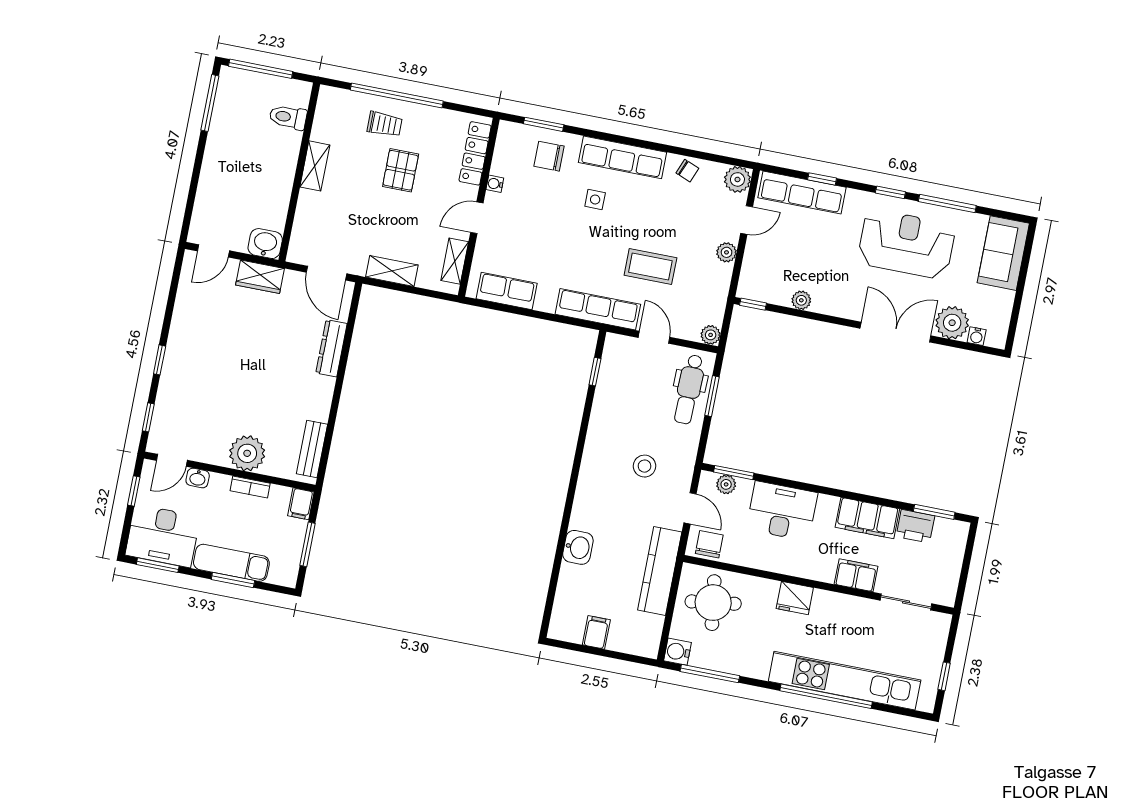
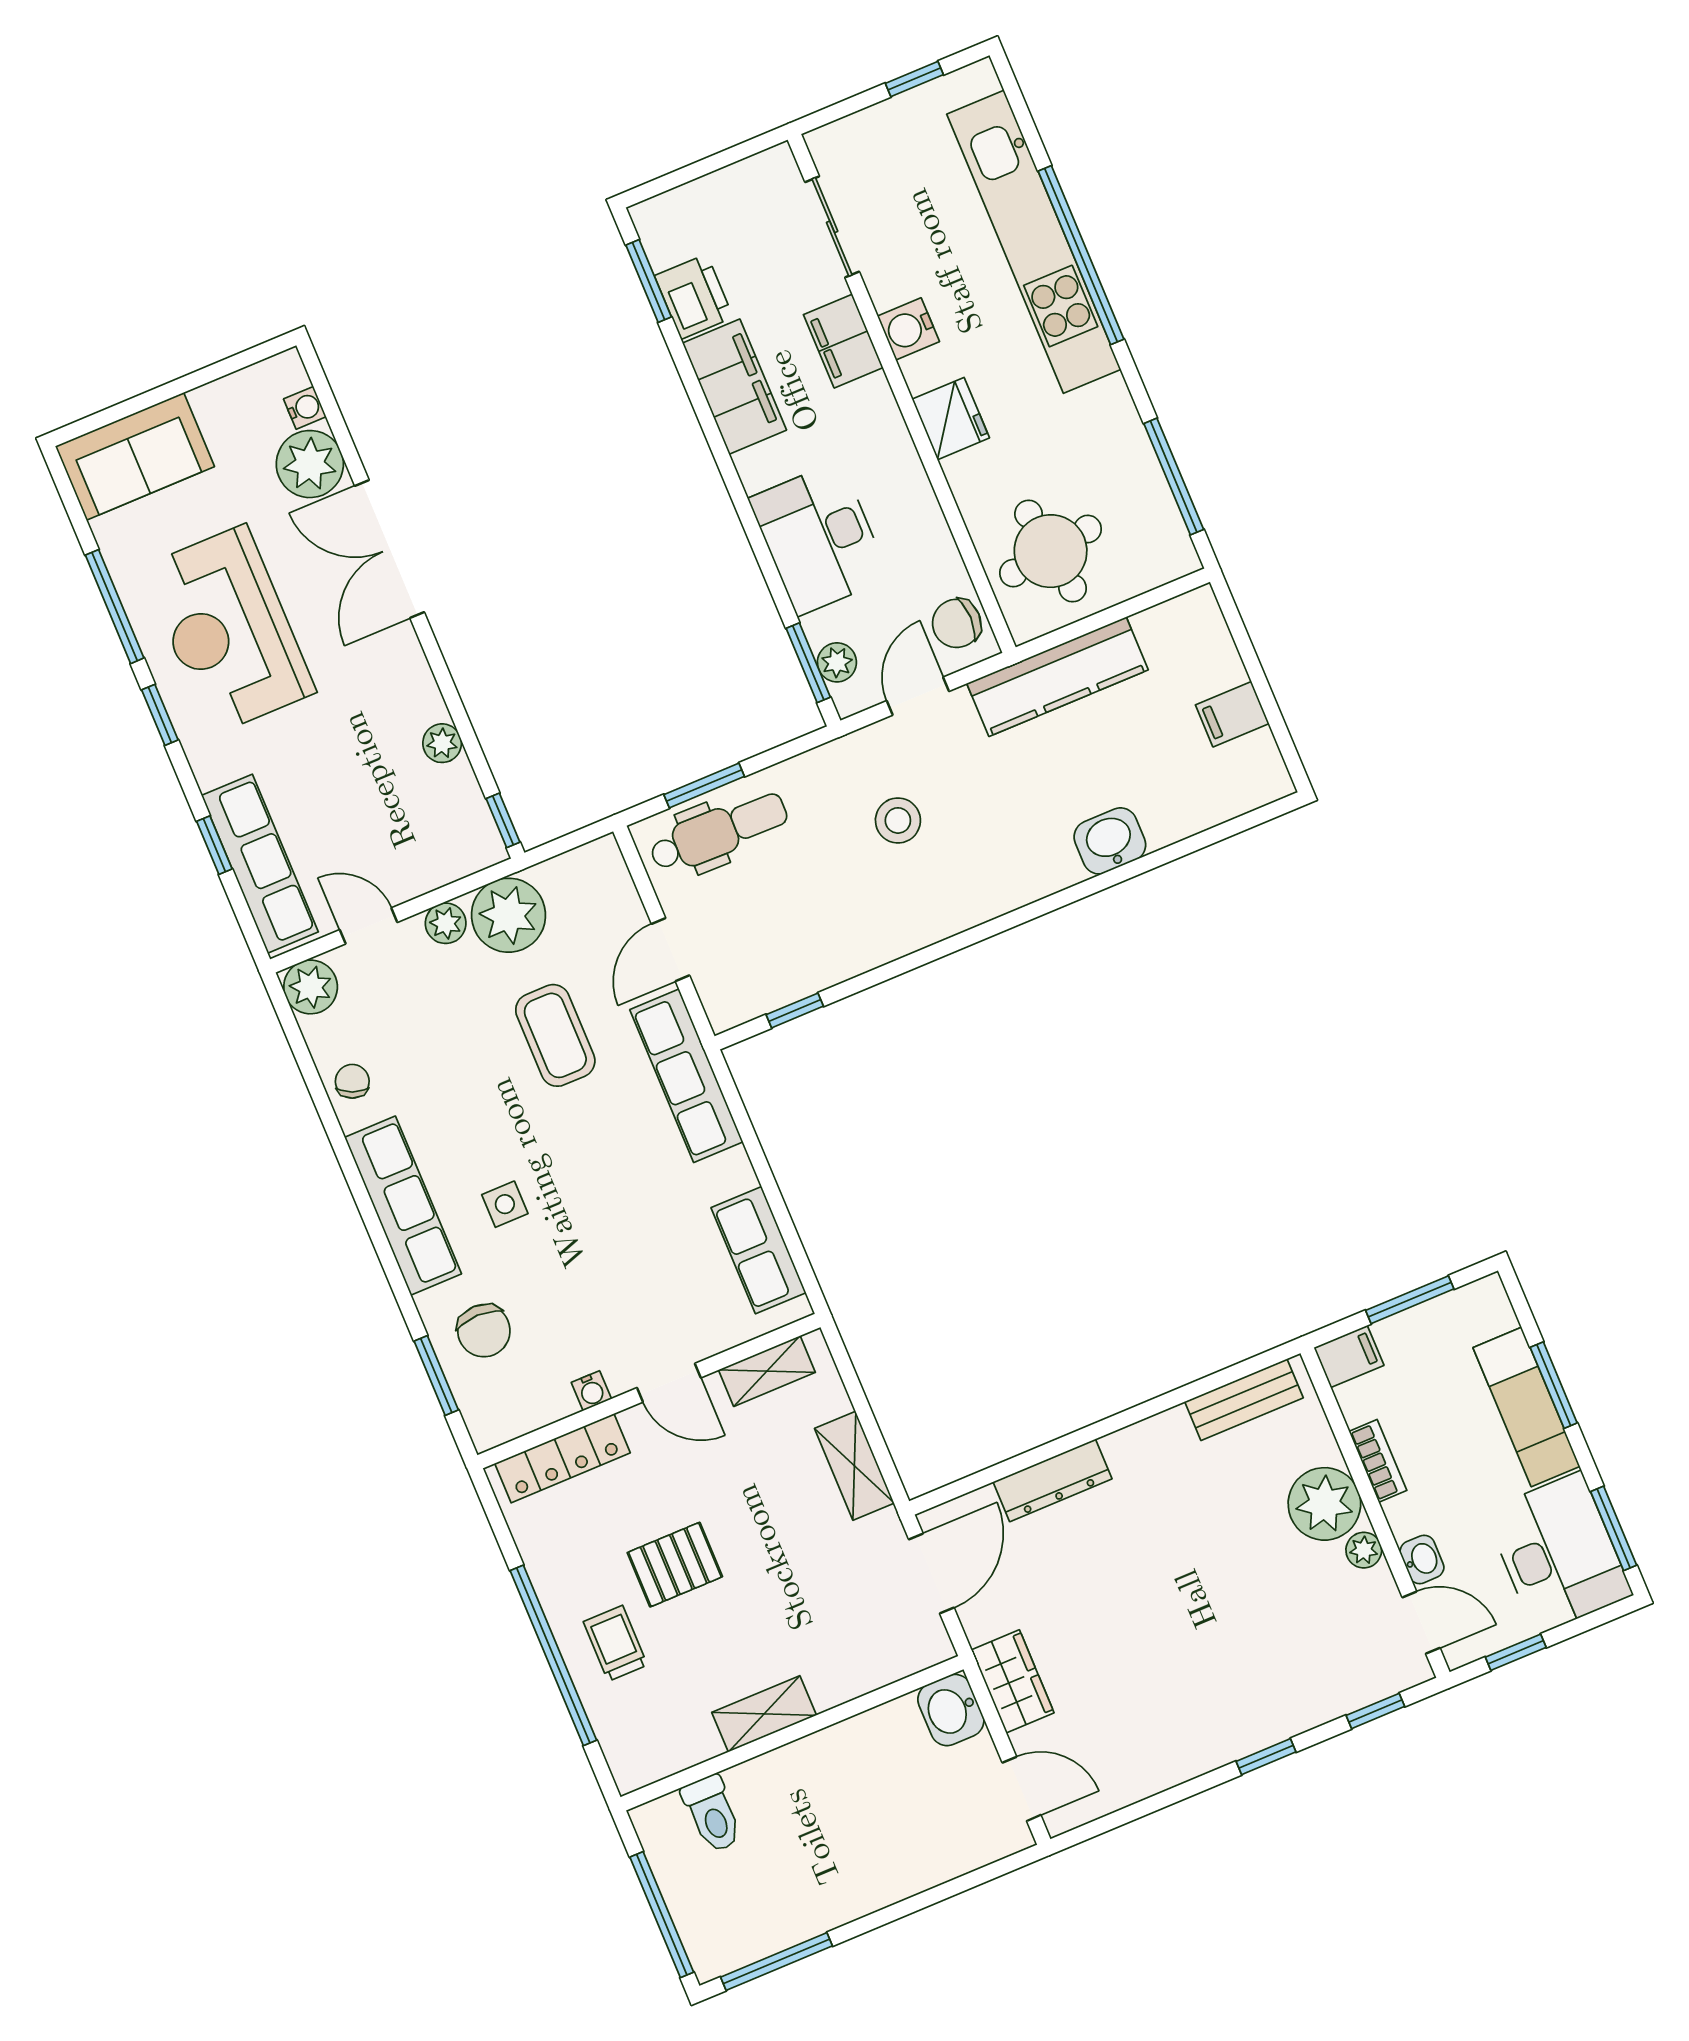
plant: (711, 335) -> (509, 915), moved, width x1.88, depth x1.88
plant: (217, 457) -> (1364, 1550), added
water cooler: (678, 652) -> (908, 329), moved, turned 90

